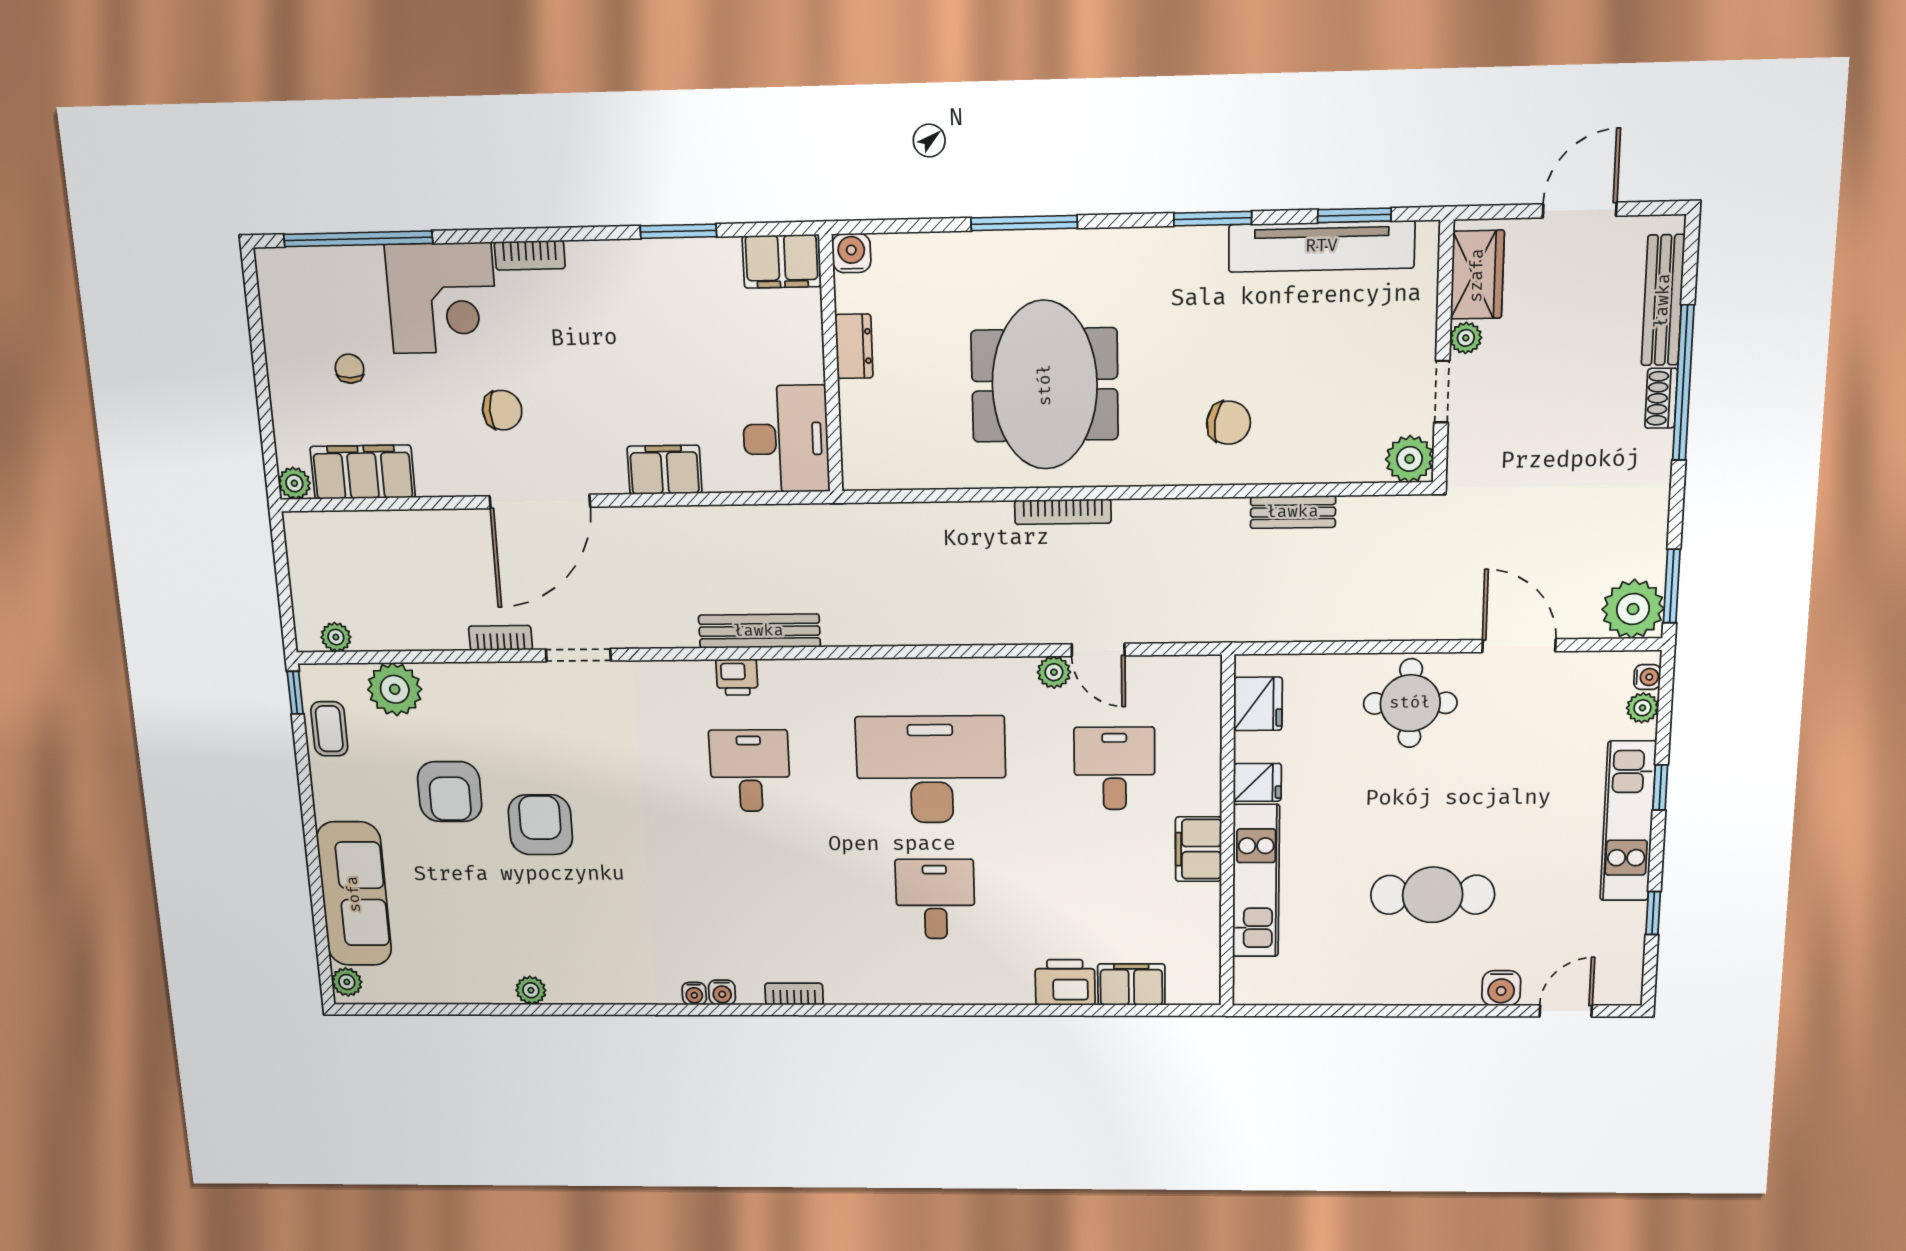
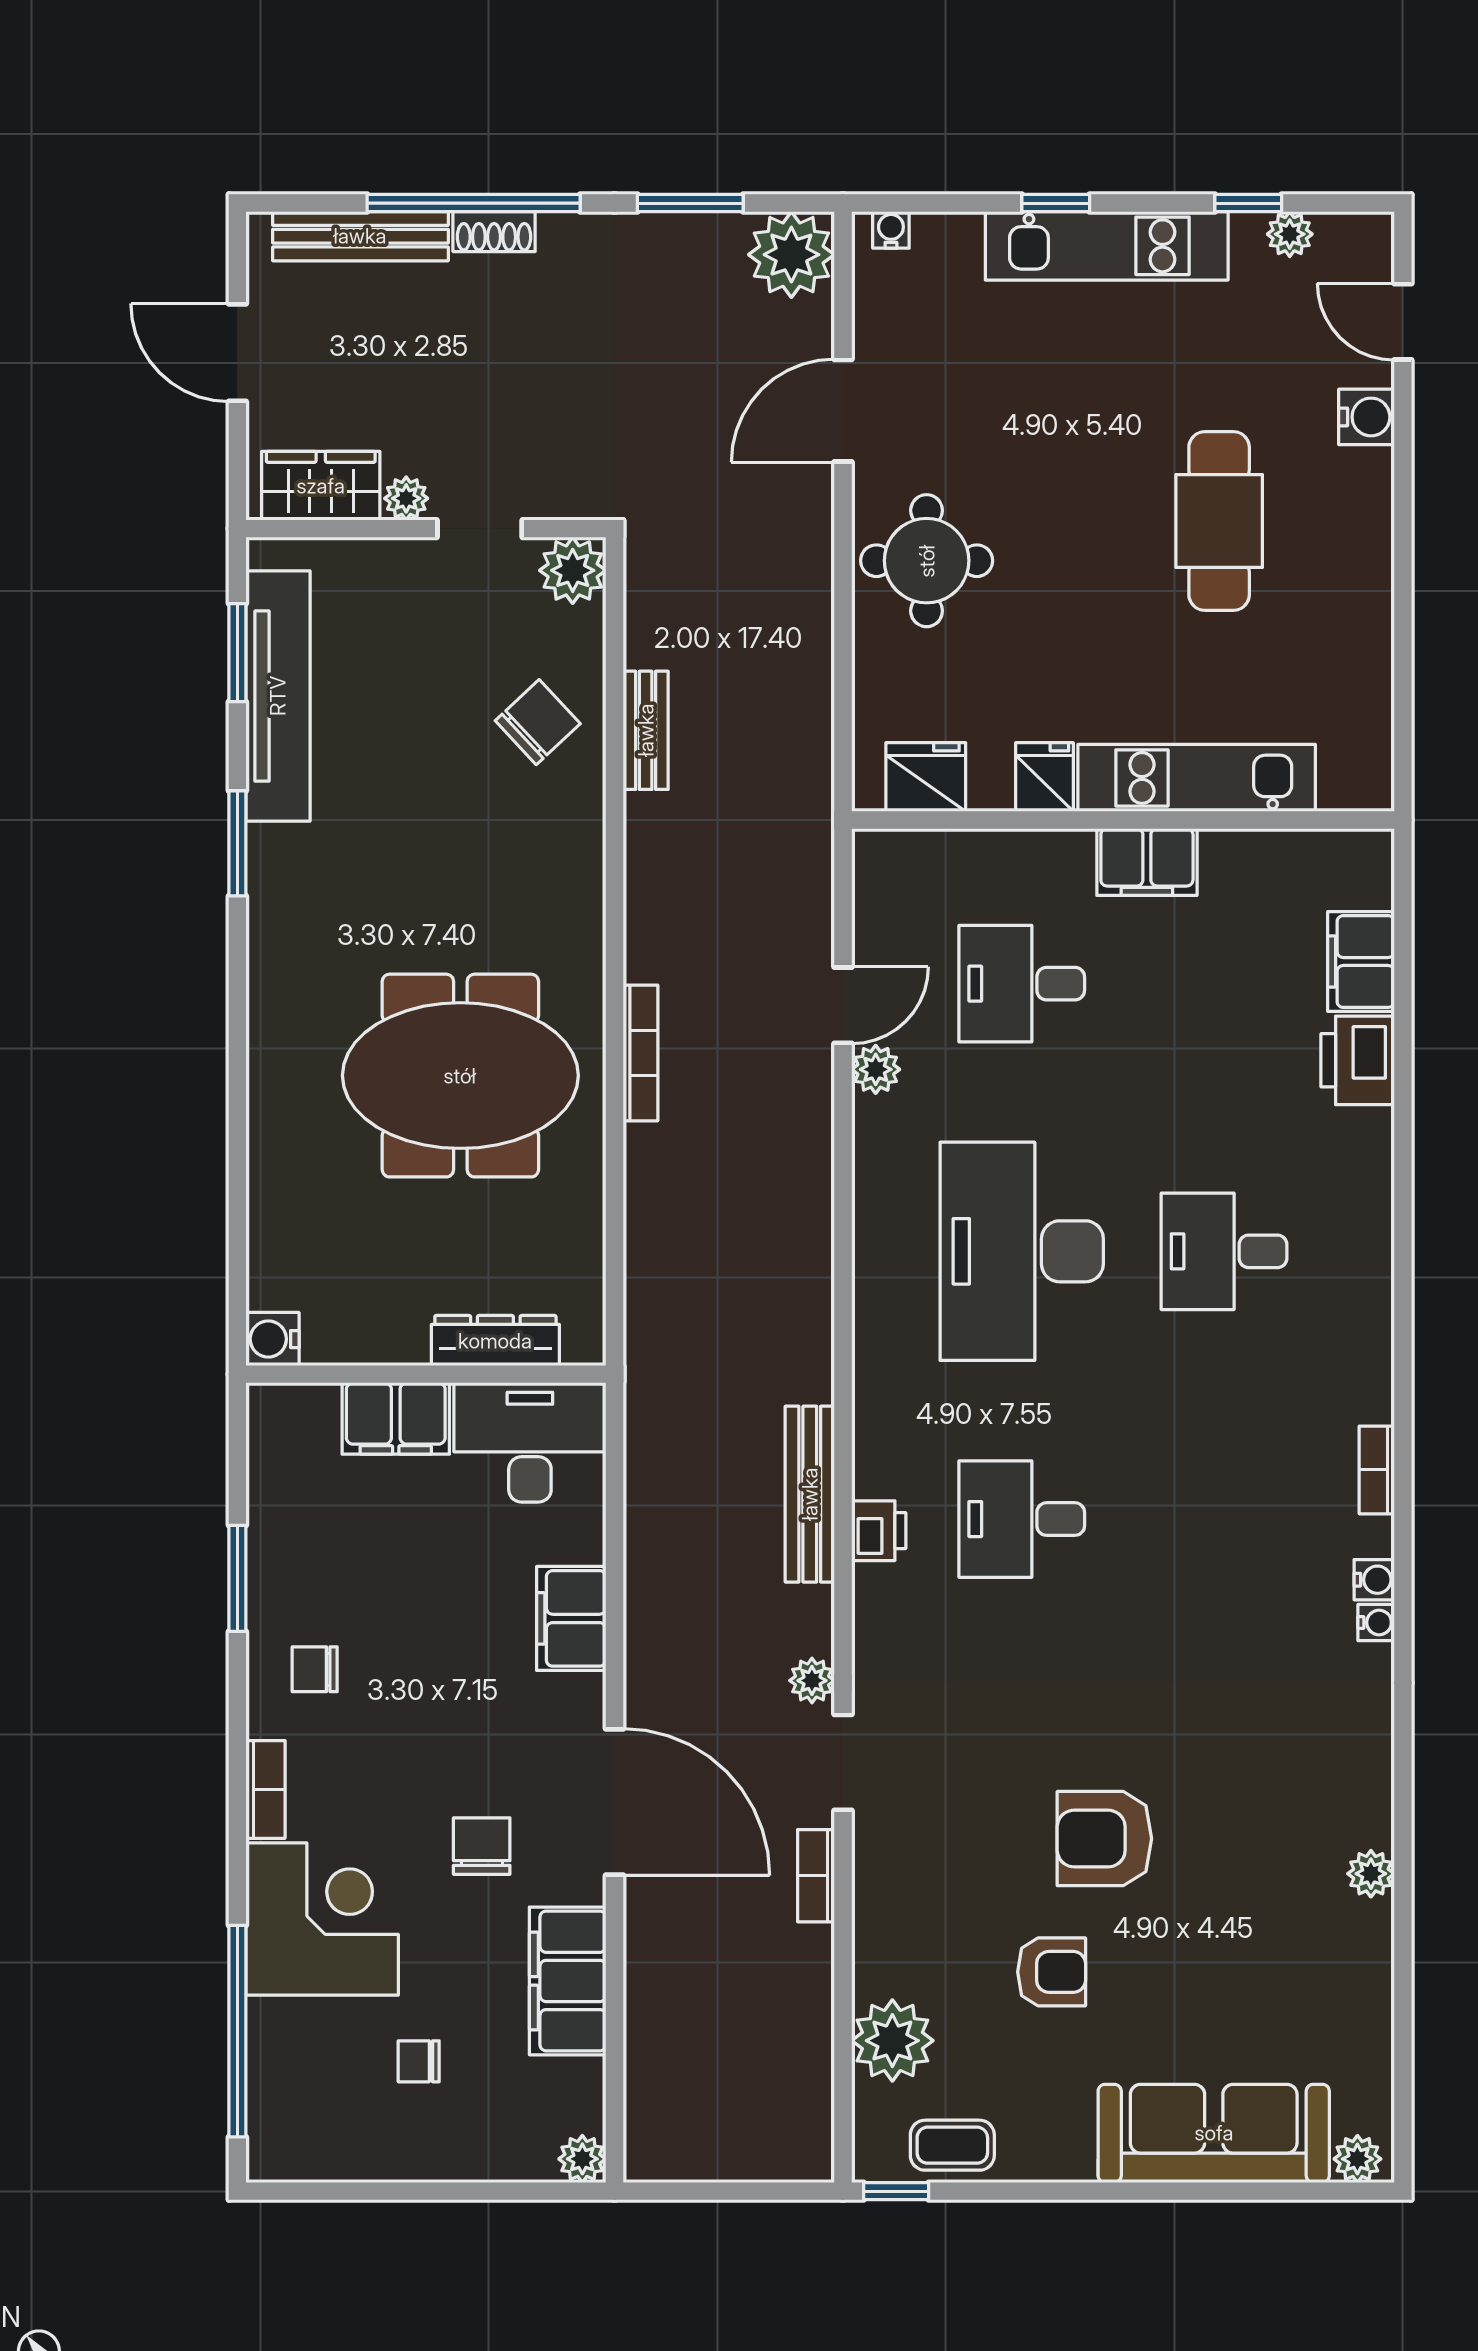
window: (1024, 223) -> (237, 1100), removed
filing cabinet: (782, 261) -> (396, 1418), moved, turned 90
chair: (617, 289) -> (315, 1669), added
dresser: (854, 346) -> (495, 1341), moved, width x1.44
chair: (1229, 423) -> (538, 722), moved, turned 38
filing cabinet: (363, 472) -> (568, 1981), moved
window: (1672, 586) -> (690, 203), moved
plant: (336, 637) -> (812, 1681), moved
plant: (1643, 708) -> (1290, 234), moved
armchair: (450, 792) -> (1052, 1972), width x0.72, depth x0.72

